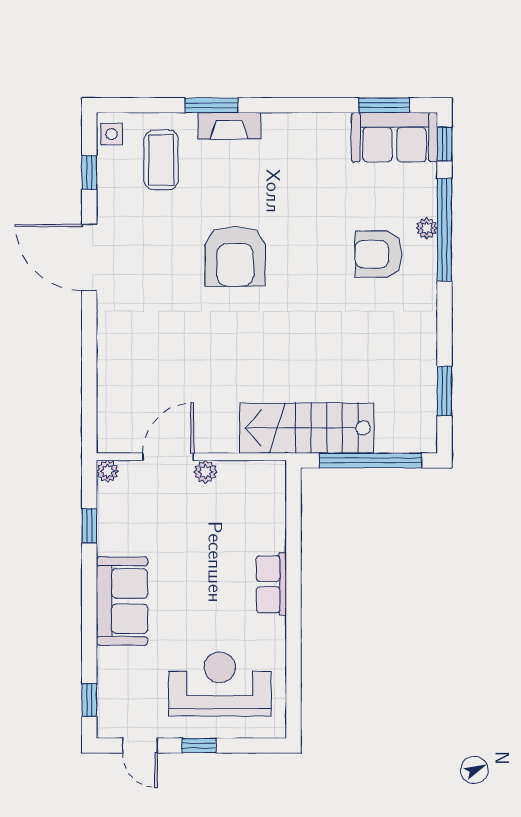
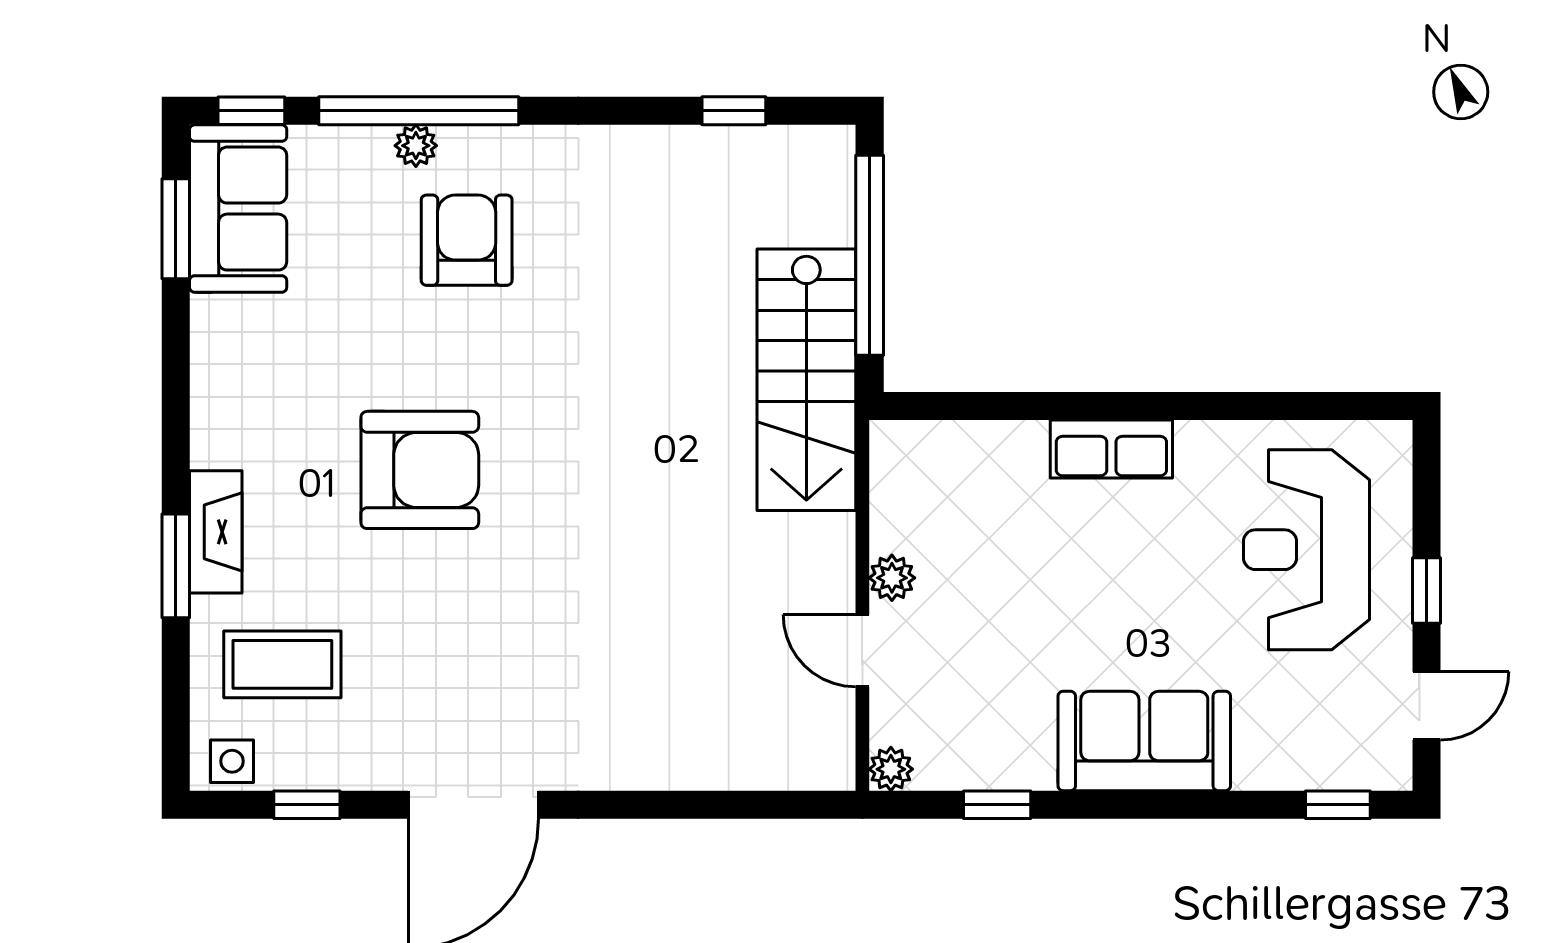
armchair: (378, 254) -> (467, 240), turned 180
armchair: (235, 256) -> (420, 470), moved
window: (445, 391) -> (734, 111), width x0.67
door: (168, 457) -> (862, 651), width x0.73

